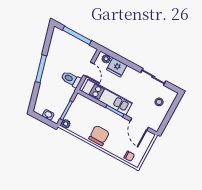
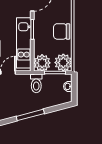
toilet: (71, 79) -> (36, 83), moved
plant: (81, 104) -> (42, 63), added
plant: (66, 124) -> (63, 63), width x1.88, depth x1.88

